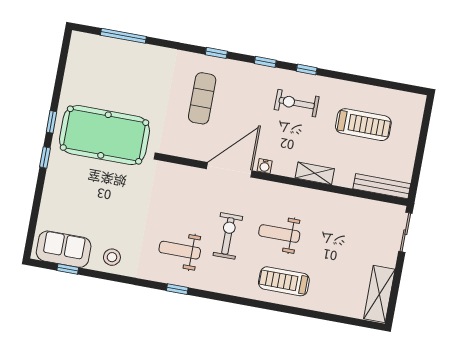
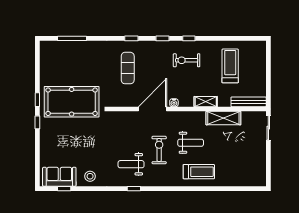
treadmill: (363, 125) -> (230, 66), turned -90
weight bench: (279, 234) -> (191, 143), turned 180
treadmill: (284, 281) -> (199, 172), turned 180
shelving: (379, 294) -> (223, 118), moved, turned 90

